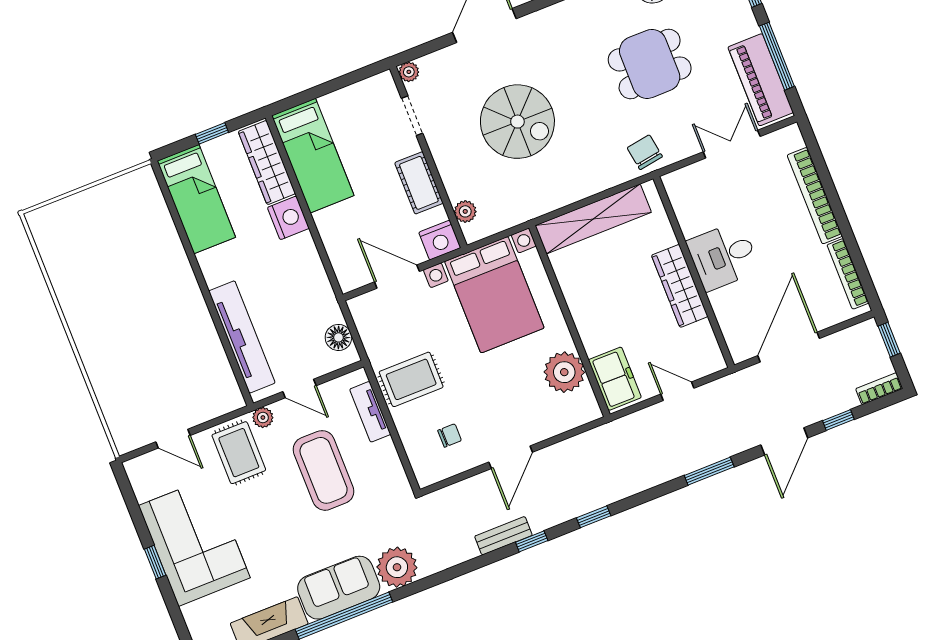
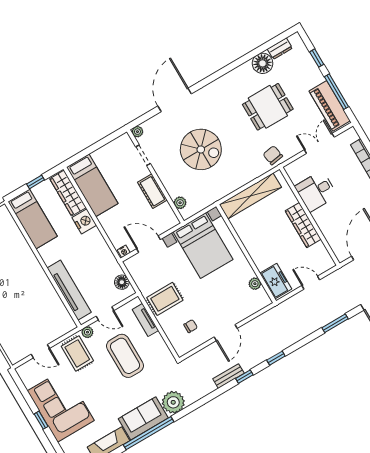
nightstand: (440, 240) -> (124, 251), moved, width x0.53, depth x0.56
desk: (723, 256) -> (316, 191), moved
plant: (564, 372) -> (255, 284), width x0.53, depth x0.53

